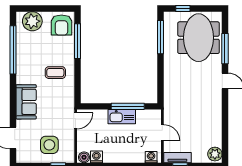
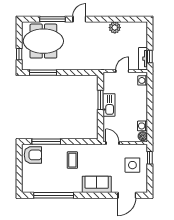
plant: (32, 21) -> (30, 179), removed
window: (128, 106) -> (100, 100), width x0.69
plant: (215, 154) -> (115, 28), moved

